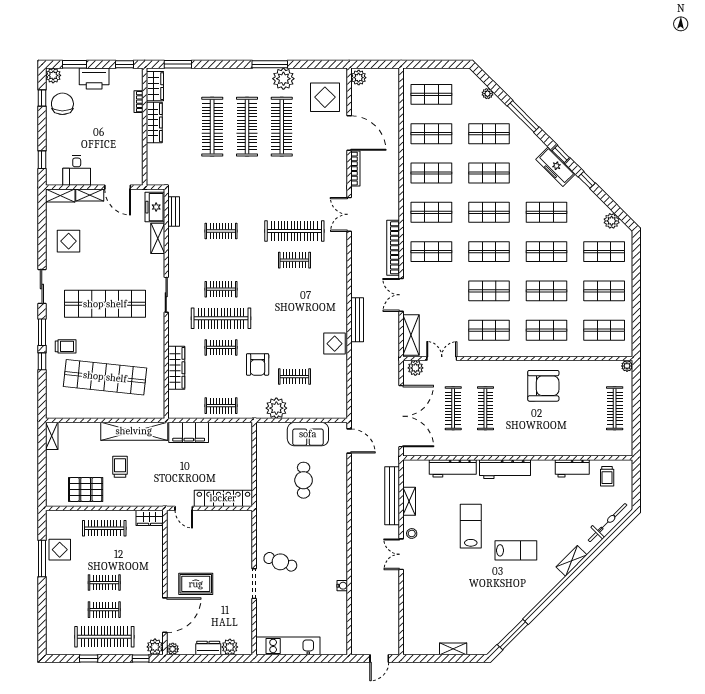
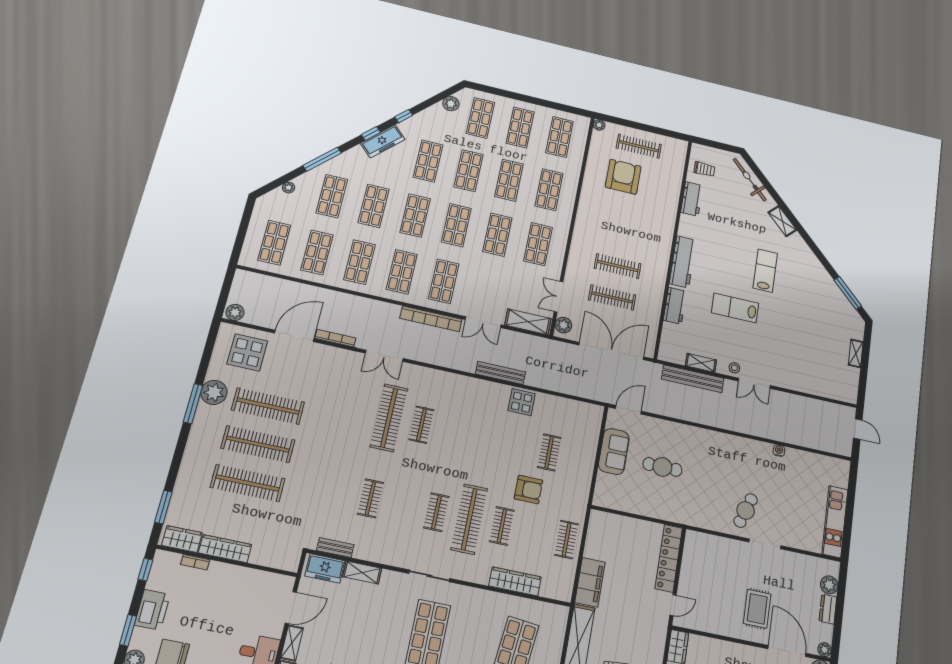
armchair: (543, 386) -> (623, 177), moved
plant: (276, 408) -> (580, 479), removed
workbench: (453, 468) -> (675, 306), width x0.73

